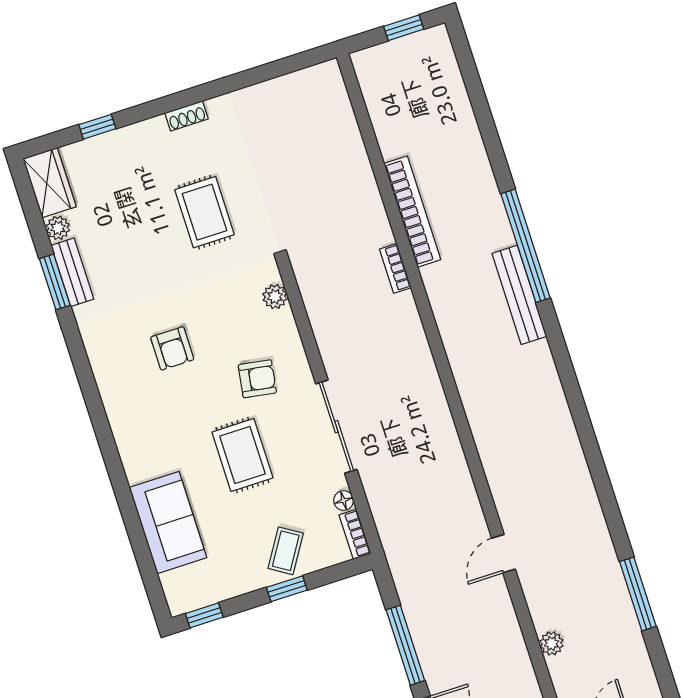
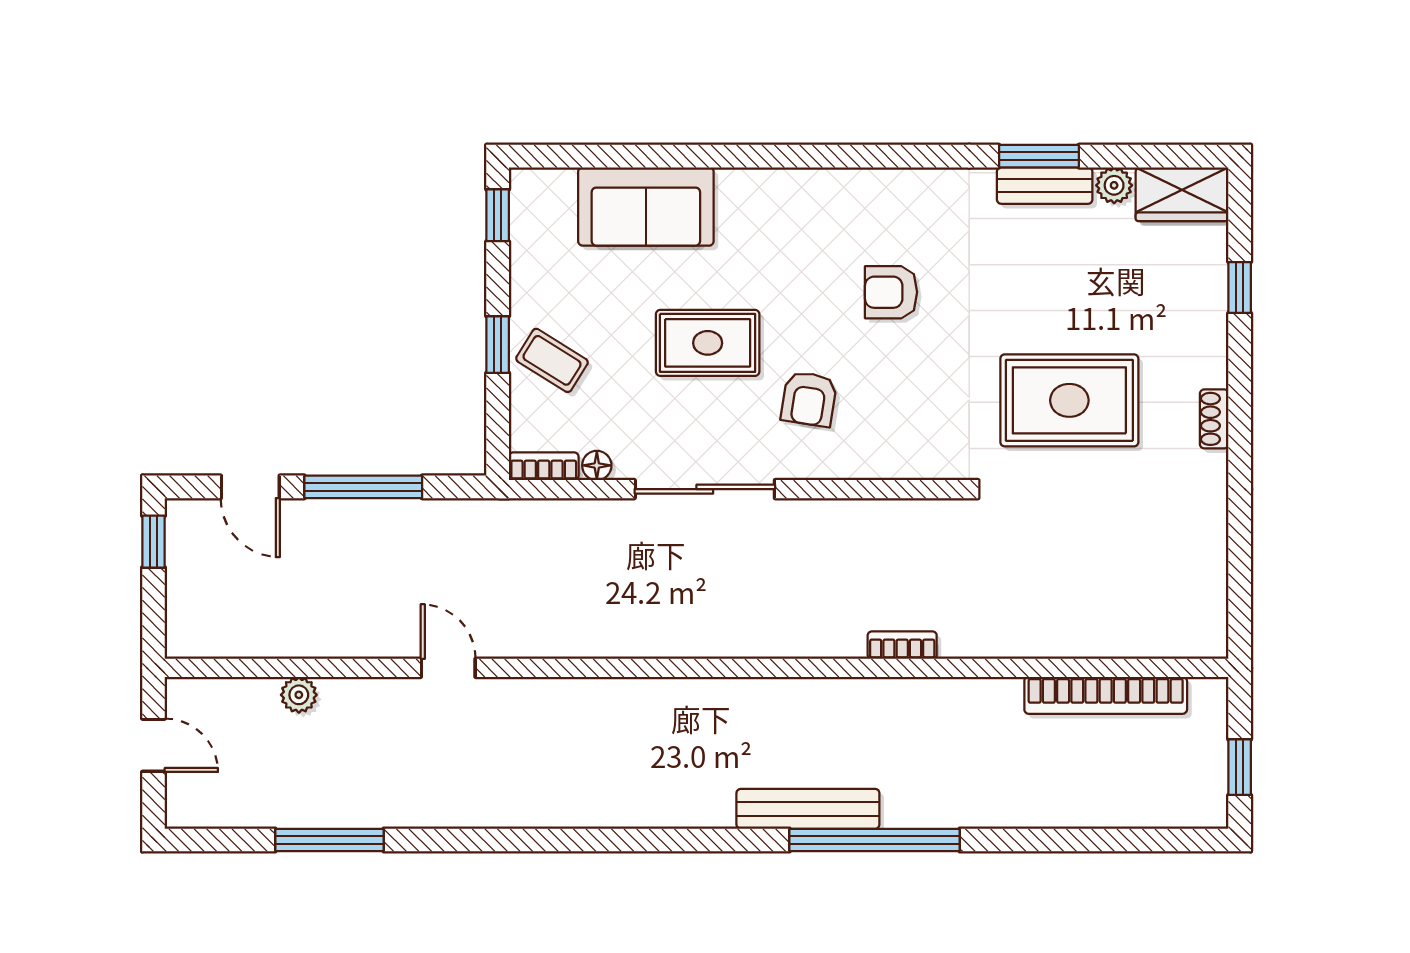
rug: (205, 212) -> (1069, 400), width x1.36, depth x1.43
bookcase: (412, 212) -> (1106, 695), moved
plant: (275, 297) -> (917, 462), removed

